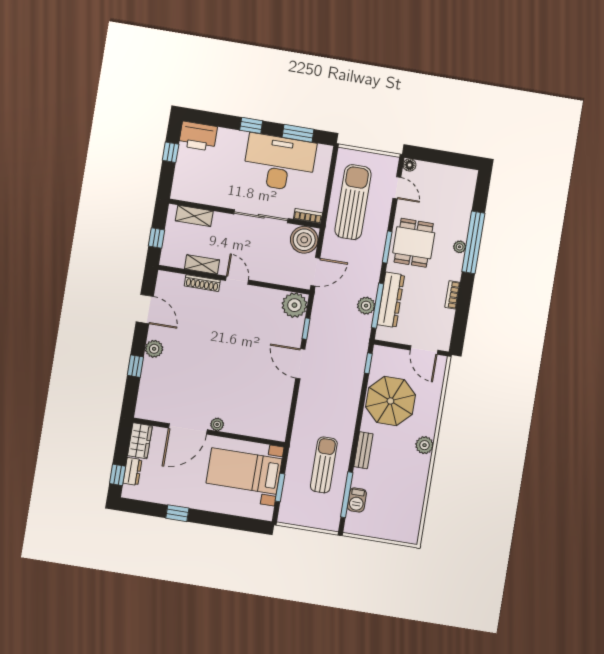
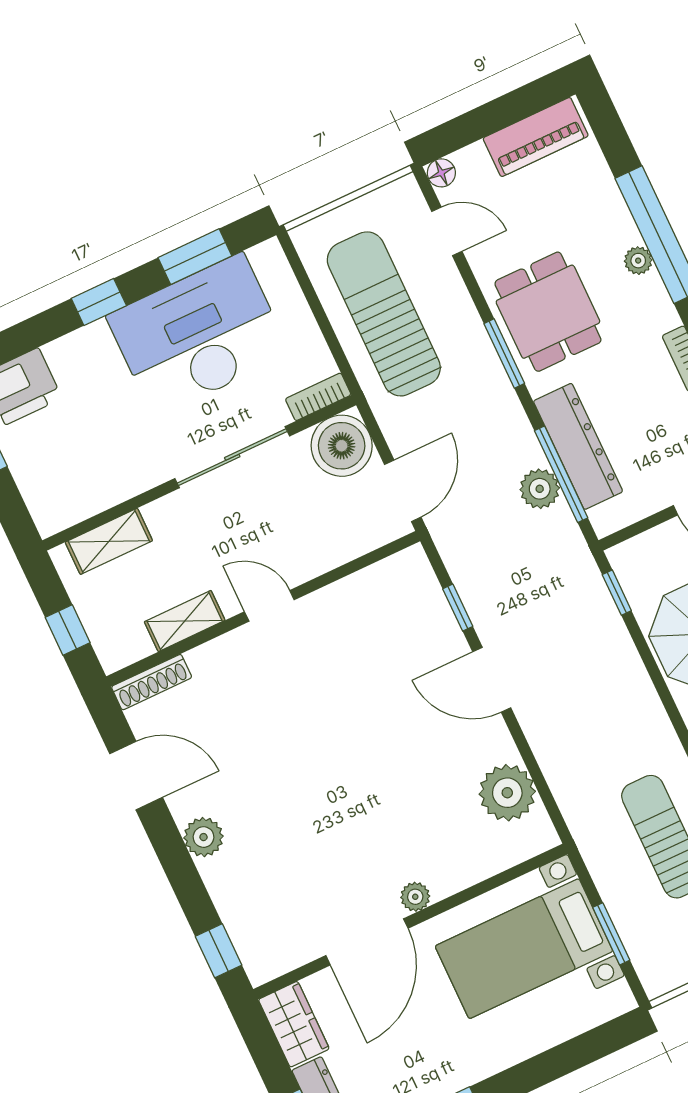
piano: (453, 176) -> (536, 137), added
shoe rack: (202, 283) -> (152, 682), moved
plant: (294, 305) -> (507, 793), moved
window: (135, 366) -> (219, 951), moved

